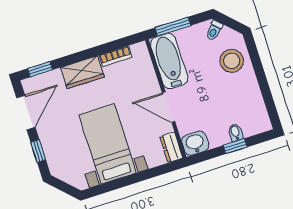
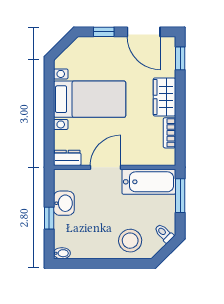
bidet: (235, 132) -> (62, 253), moved
washbasin: (195, 143) -> (64, 203), moved

